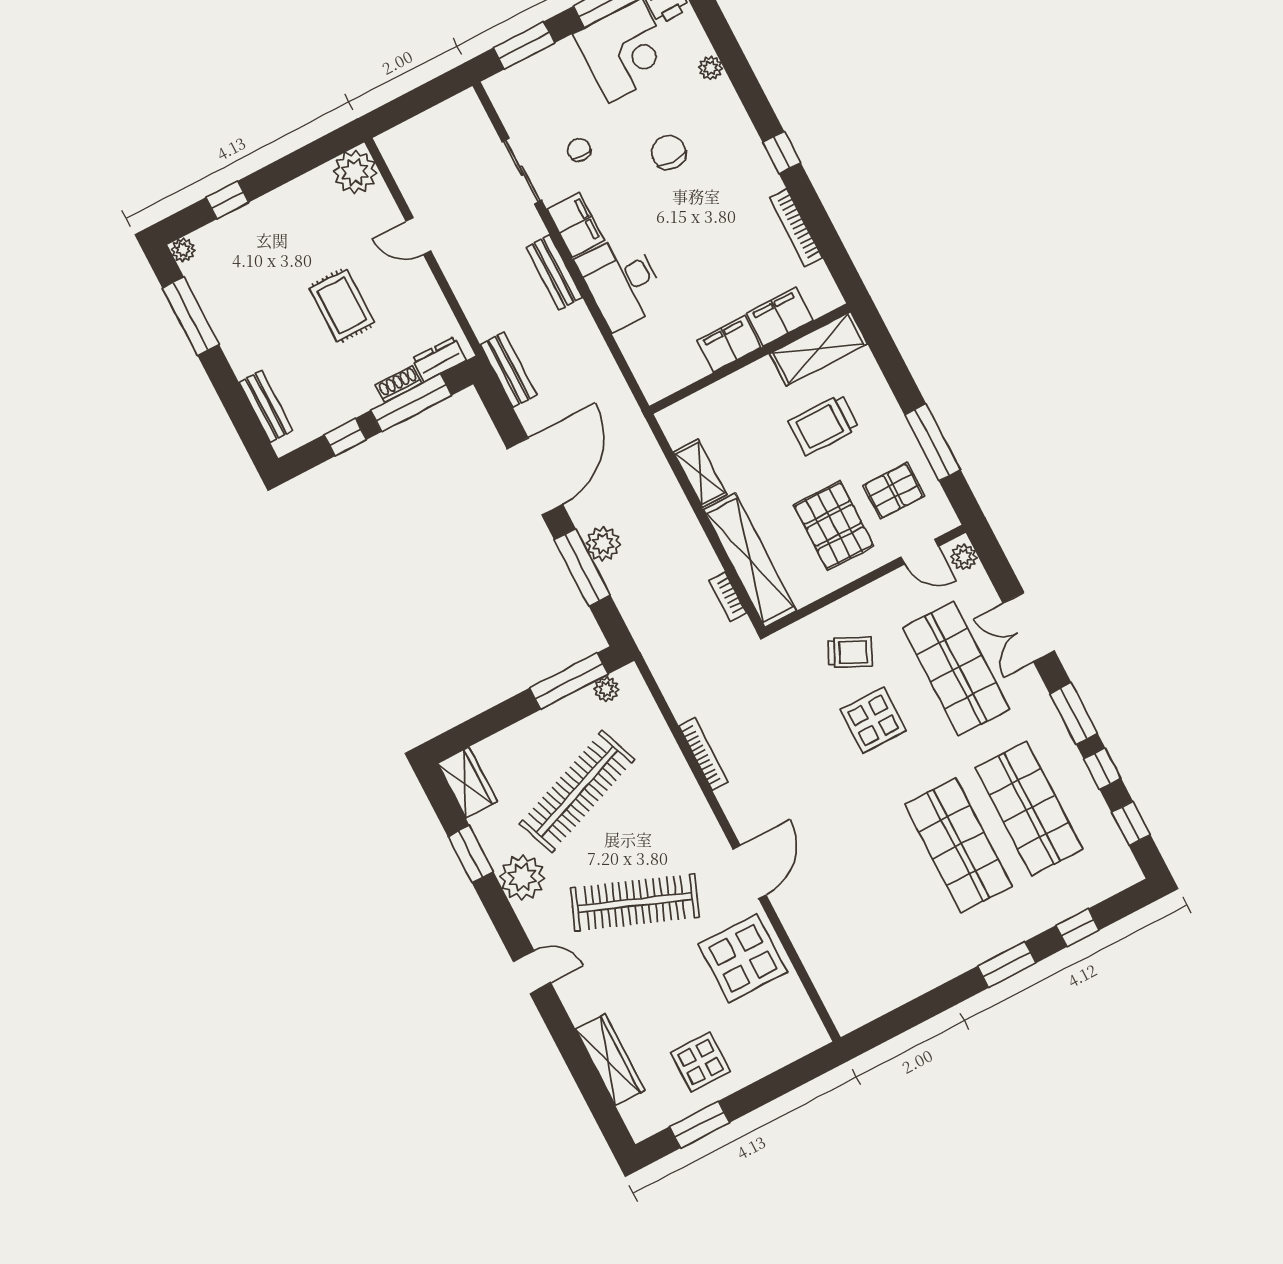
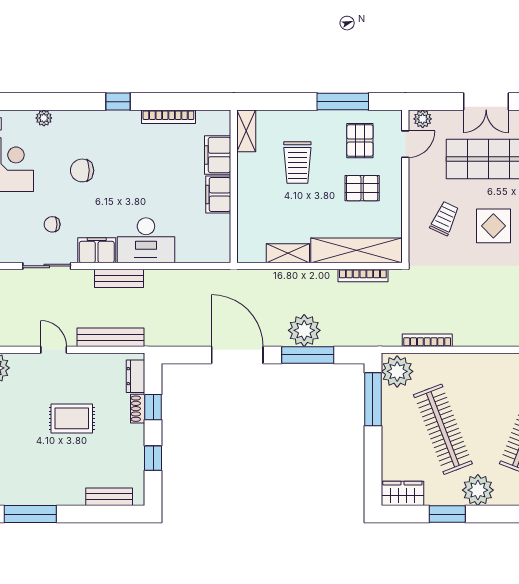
door: (418, 236) -> (54, 350), swing flipped
shelving: (818, 349) -> (246, 131), width x0.67, depth x0.75
bench: (508, 370) -> (110, 337), moved, width x1.36
window: (411, 403) -> (153, 407), width x0.46
pallet: (834, 525) -> (362, 188), width x0.67, depth x0.71
plant: (603, 544) -> (304, 330), width x1.36, depth x1.36
bookcase: (728, 597) -> (363, 275), width x1.56
plant: (606, 689) -> (397, 371), width x1.88, depth x1.88
bookcase: (704, 754) -> (427, 340), moved

